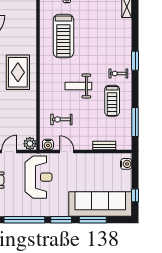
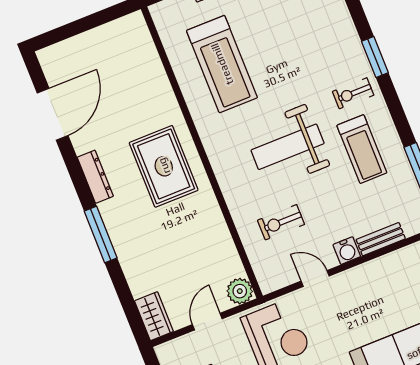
weight bench: (78, 86) -> (288, 147), width x1.36, depth x1.33
water cooler: (48, 145) -> (347, 251), moved

